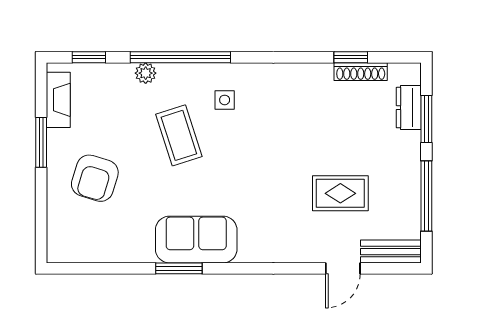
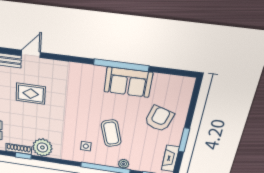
plant: (312, 83) -> (42, 147), added
sofa: (196, 240) -> (128, 82), moved
window: (179, 268) -> (121, 65), width x2.11

